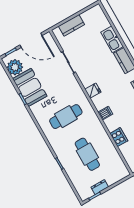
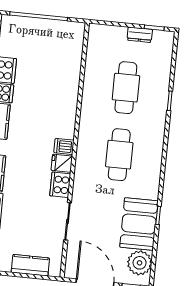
dishwasher: (105, 113) -> (64, 146), moved
cafe table: (66, 117) -> (119, 155), turned 90
cooker: (119, 137) -> (60, 185), moved

